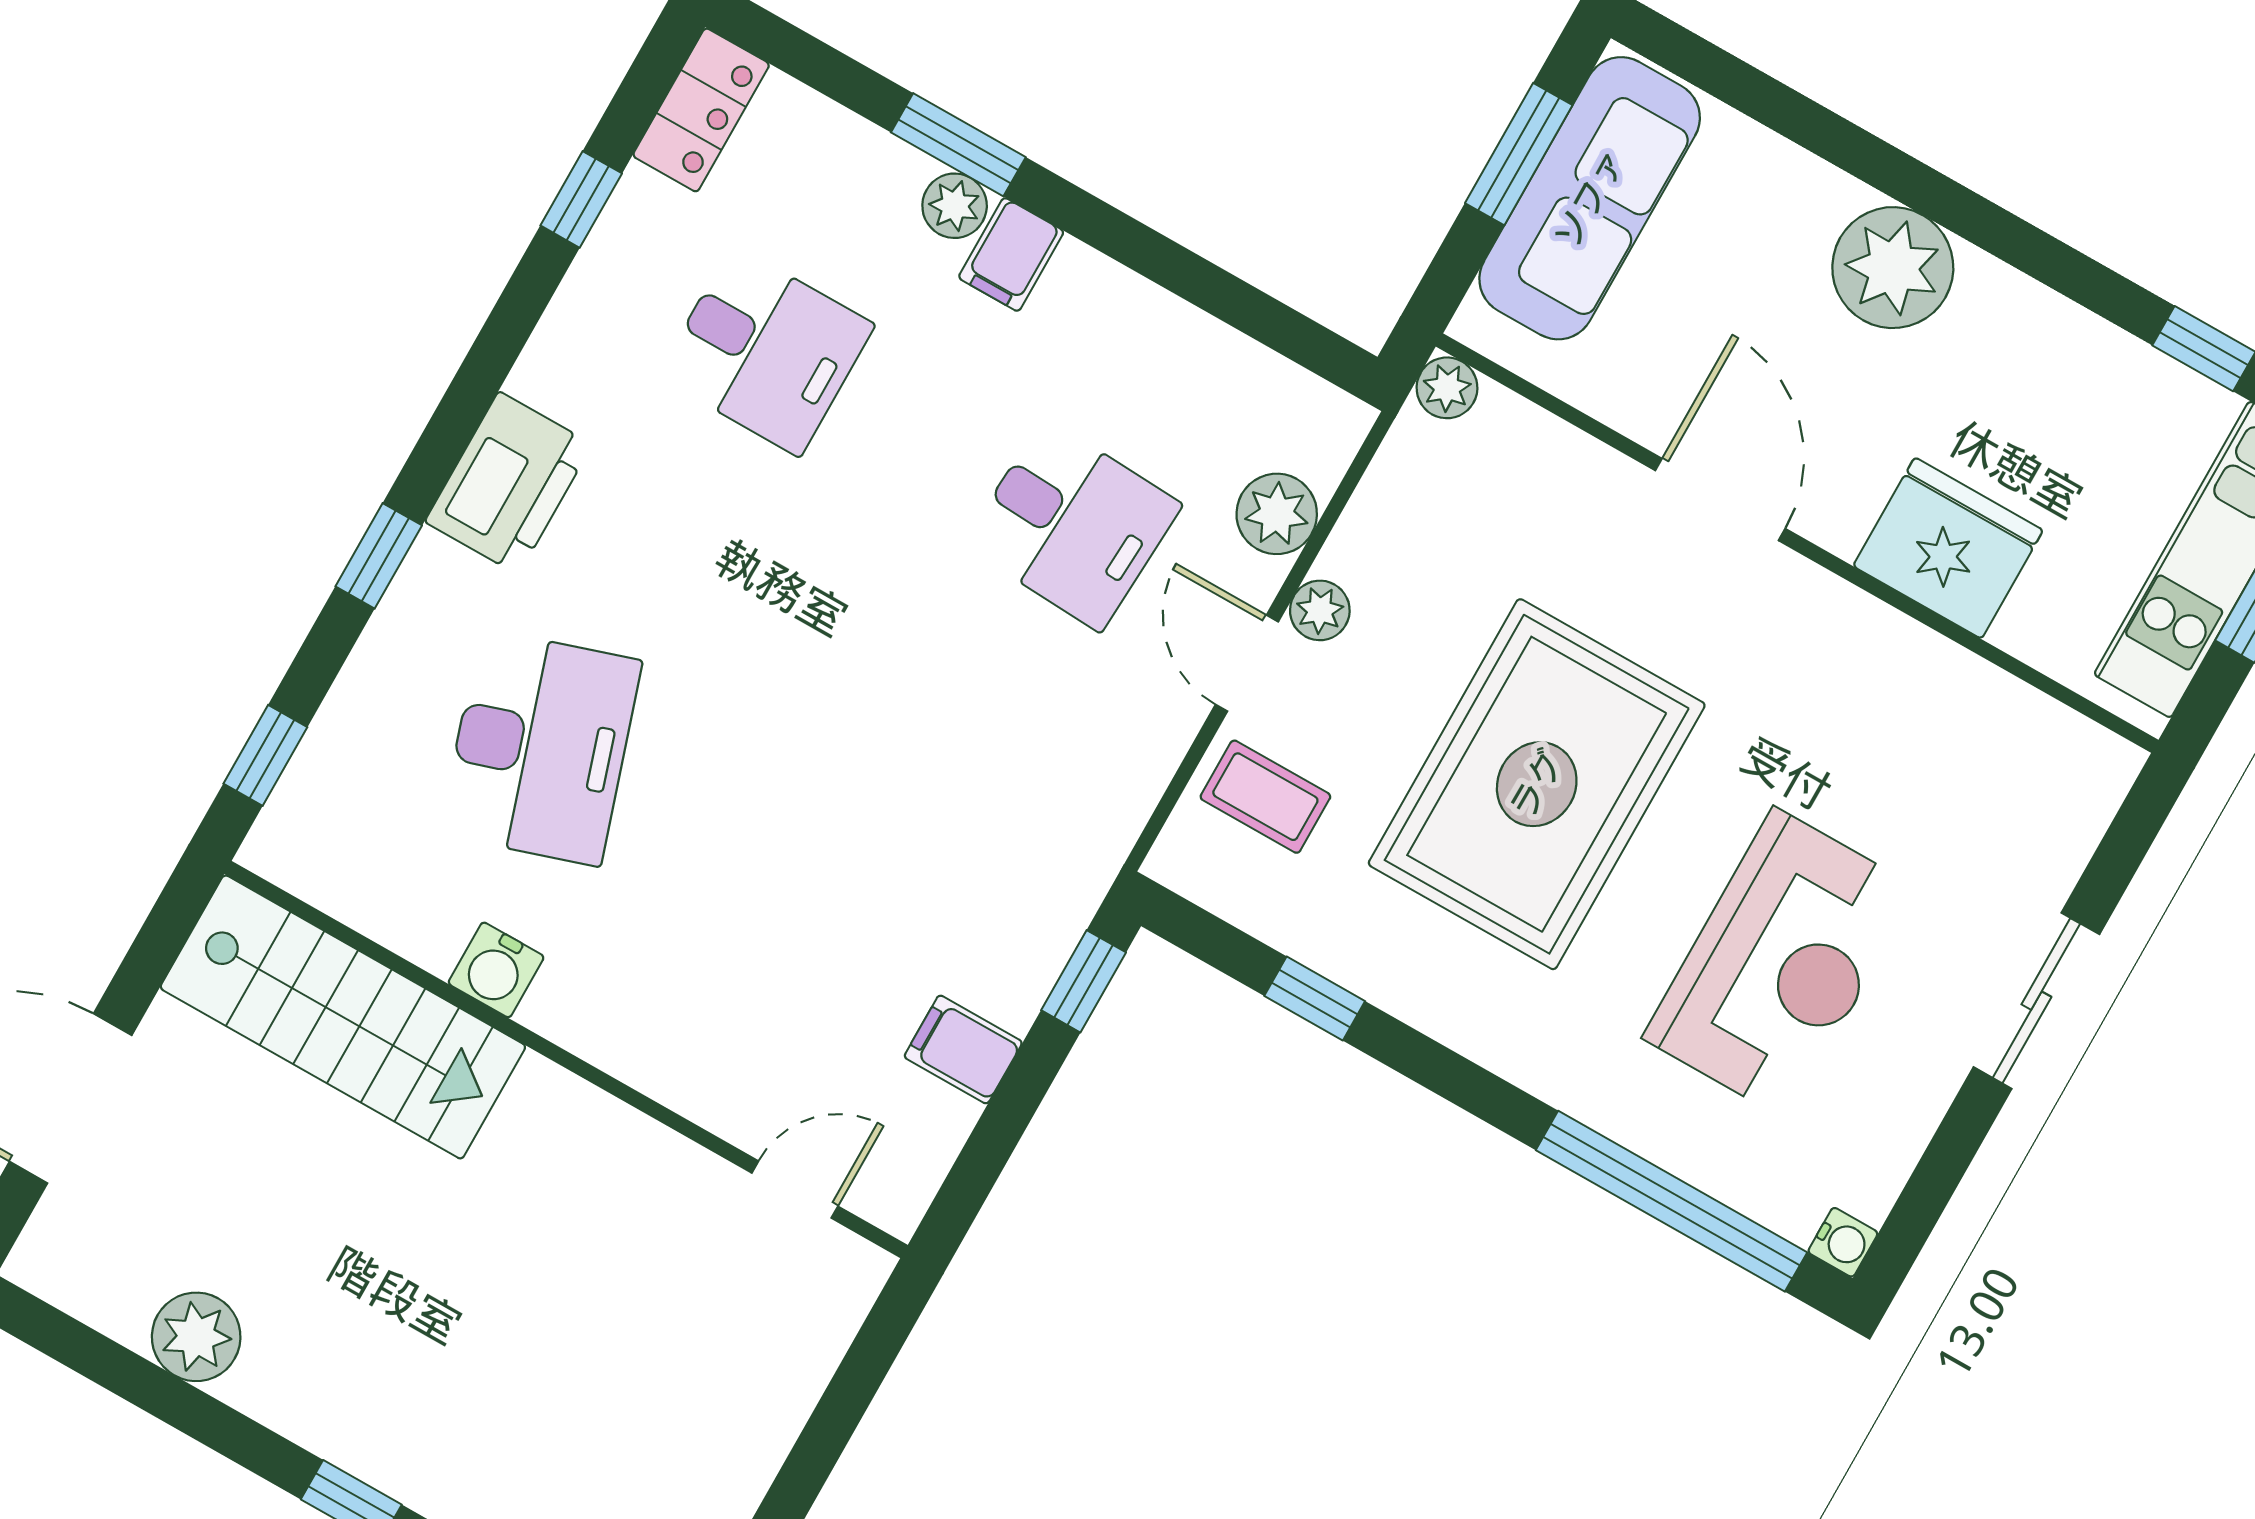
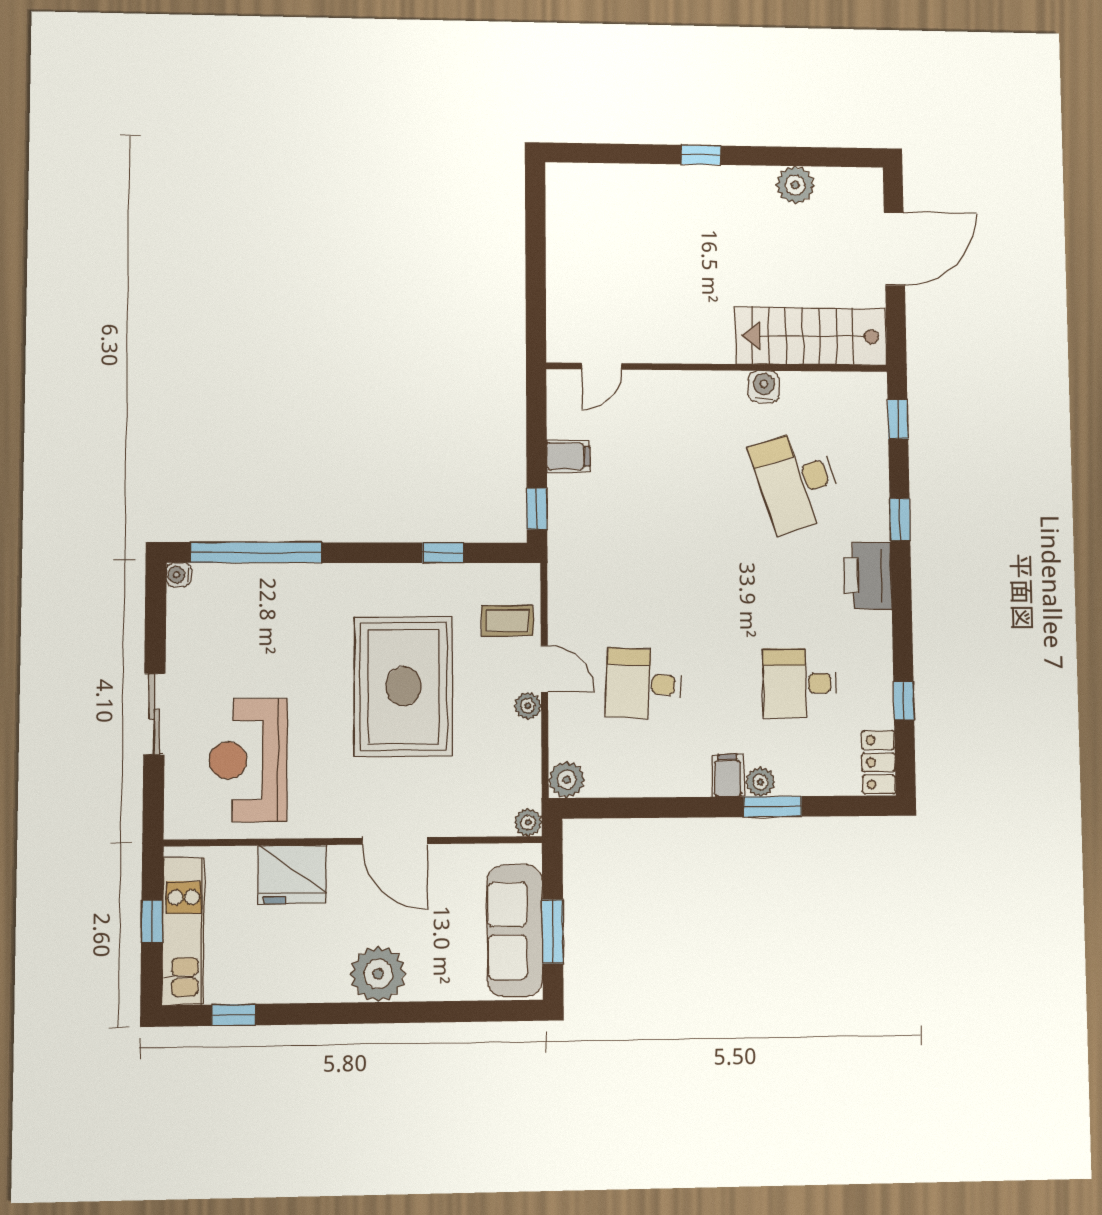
plant: (1277, 514) -> (567, 780), moved
reception desk: (1780, 963) -> (248, 760), moved

